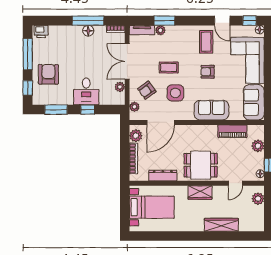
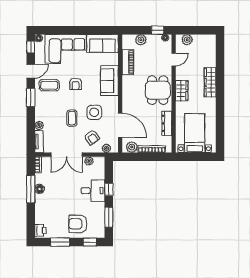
window: (164, 21) -> (31, 97), moved
window: (28, 54) -> (60, 242), width x0.69
door: (235, 183) -> (174, 59), hinge flipped
wardrobe: (221, 225) -> (210, 82), moved

